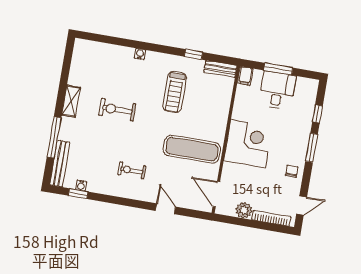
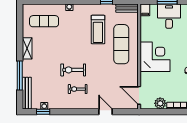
exercise mat: (101, 67) -> (44, 21), added
exercise bike: (117, 110) -> (73, 70), moved
exercise mat: (192, 149) -> (121, 44), moved, turned 90

